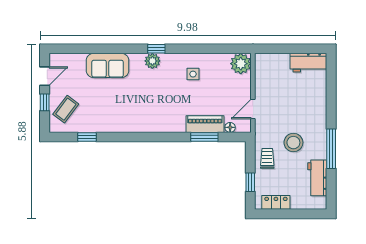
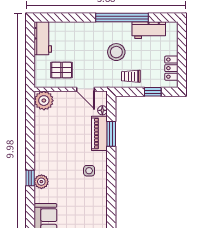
side table: (193, 74) -> (89, 171), moved
pallet: (274, 83) -> (62, 70), added
window: (331, 149) -> (122, 17), width x1.46

